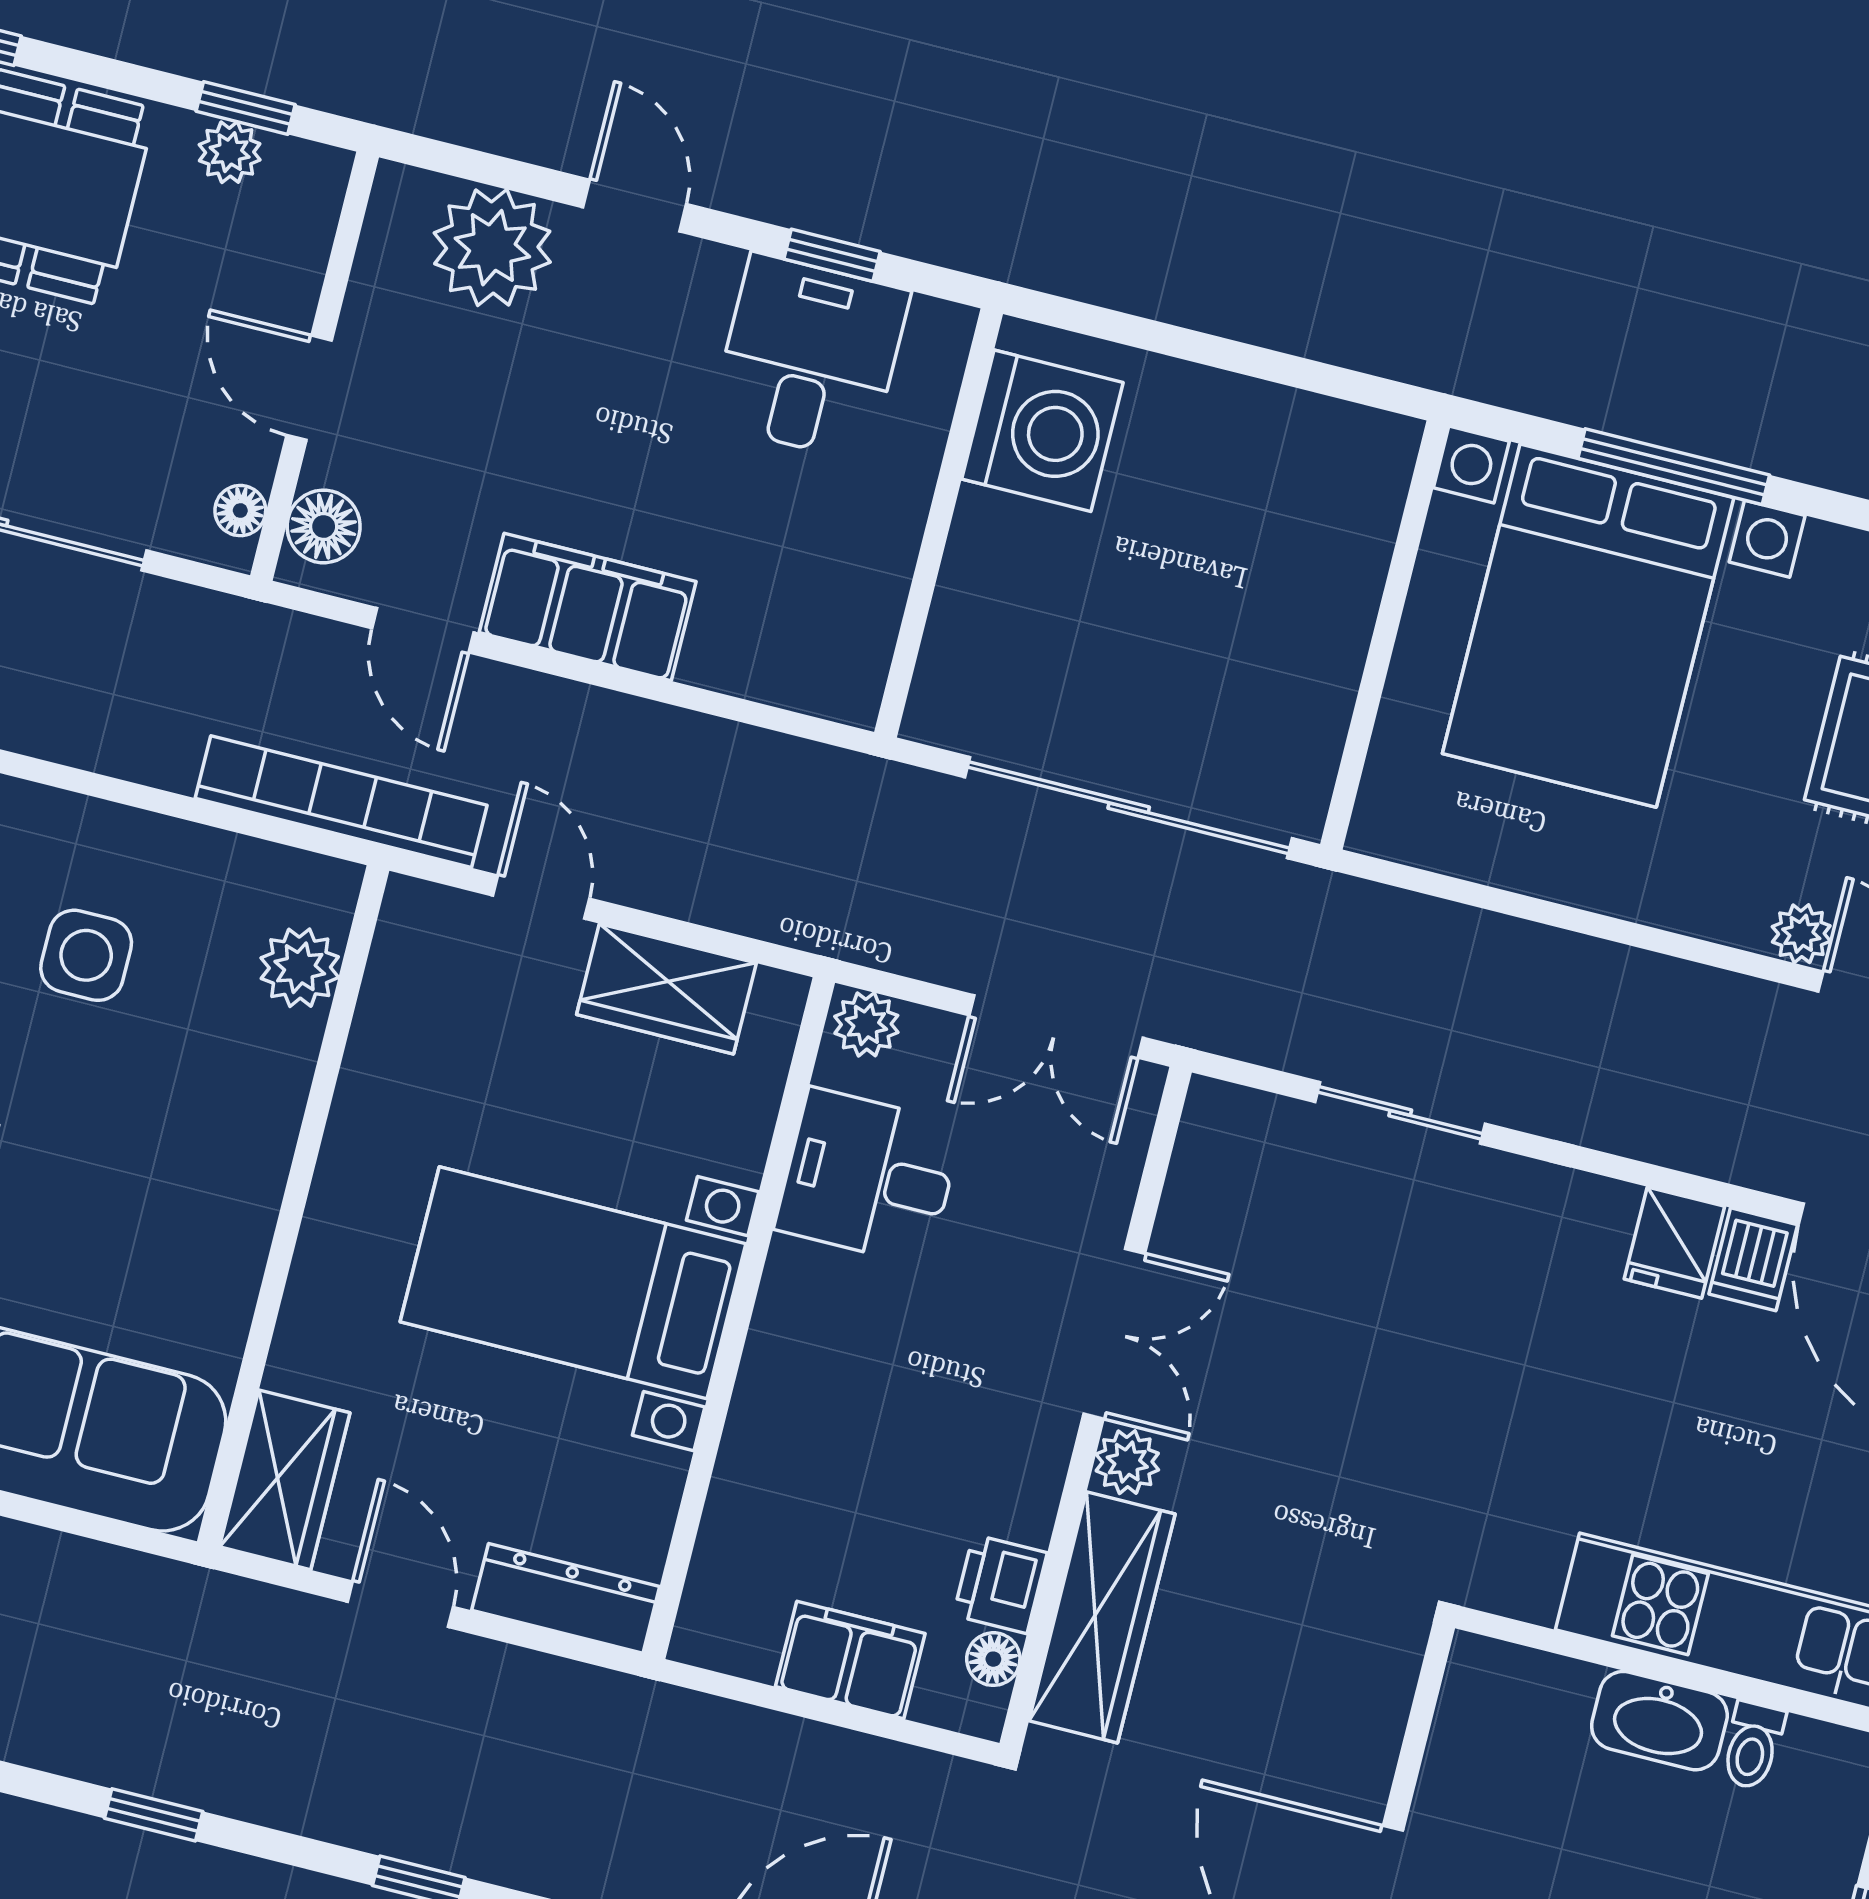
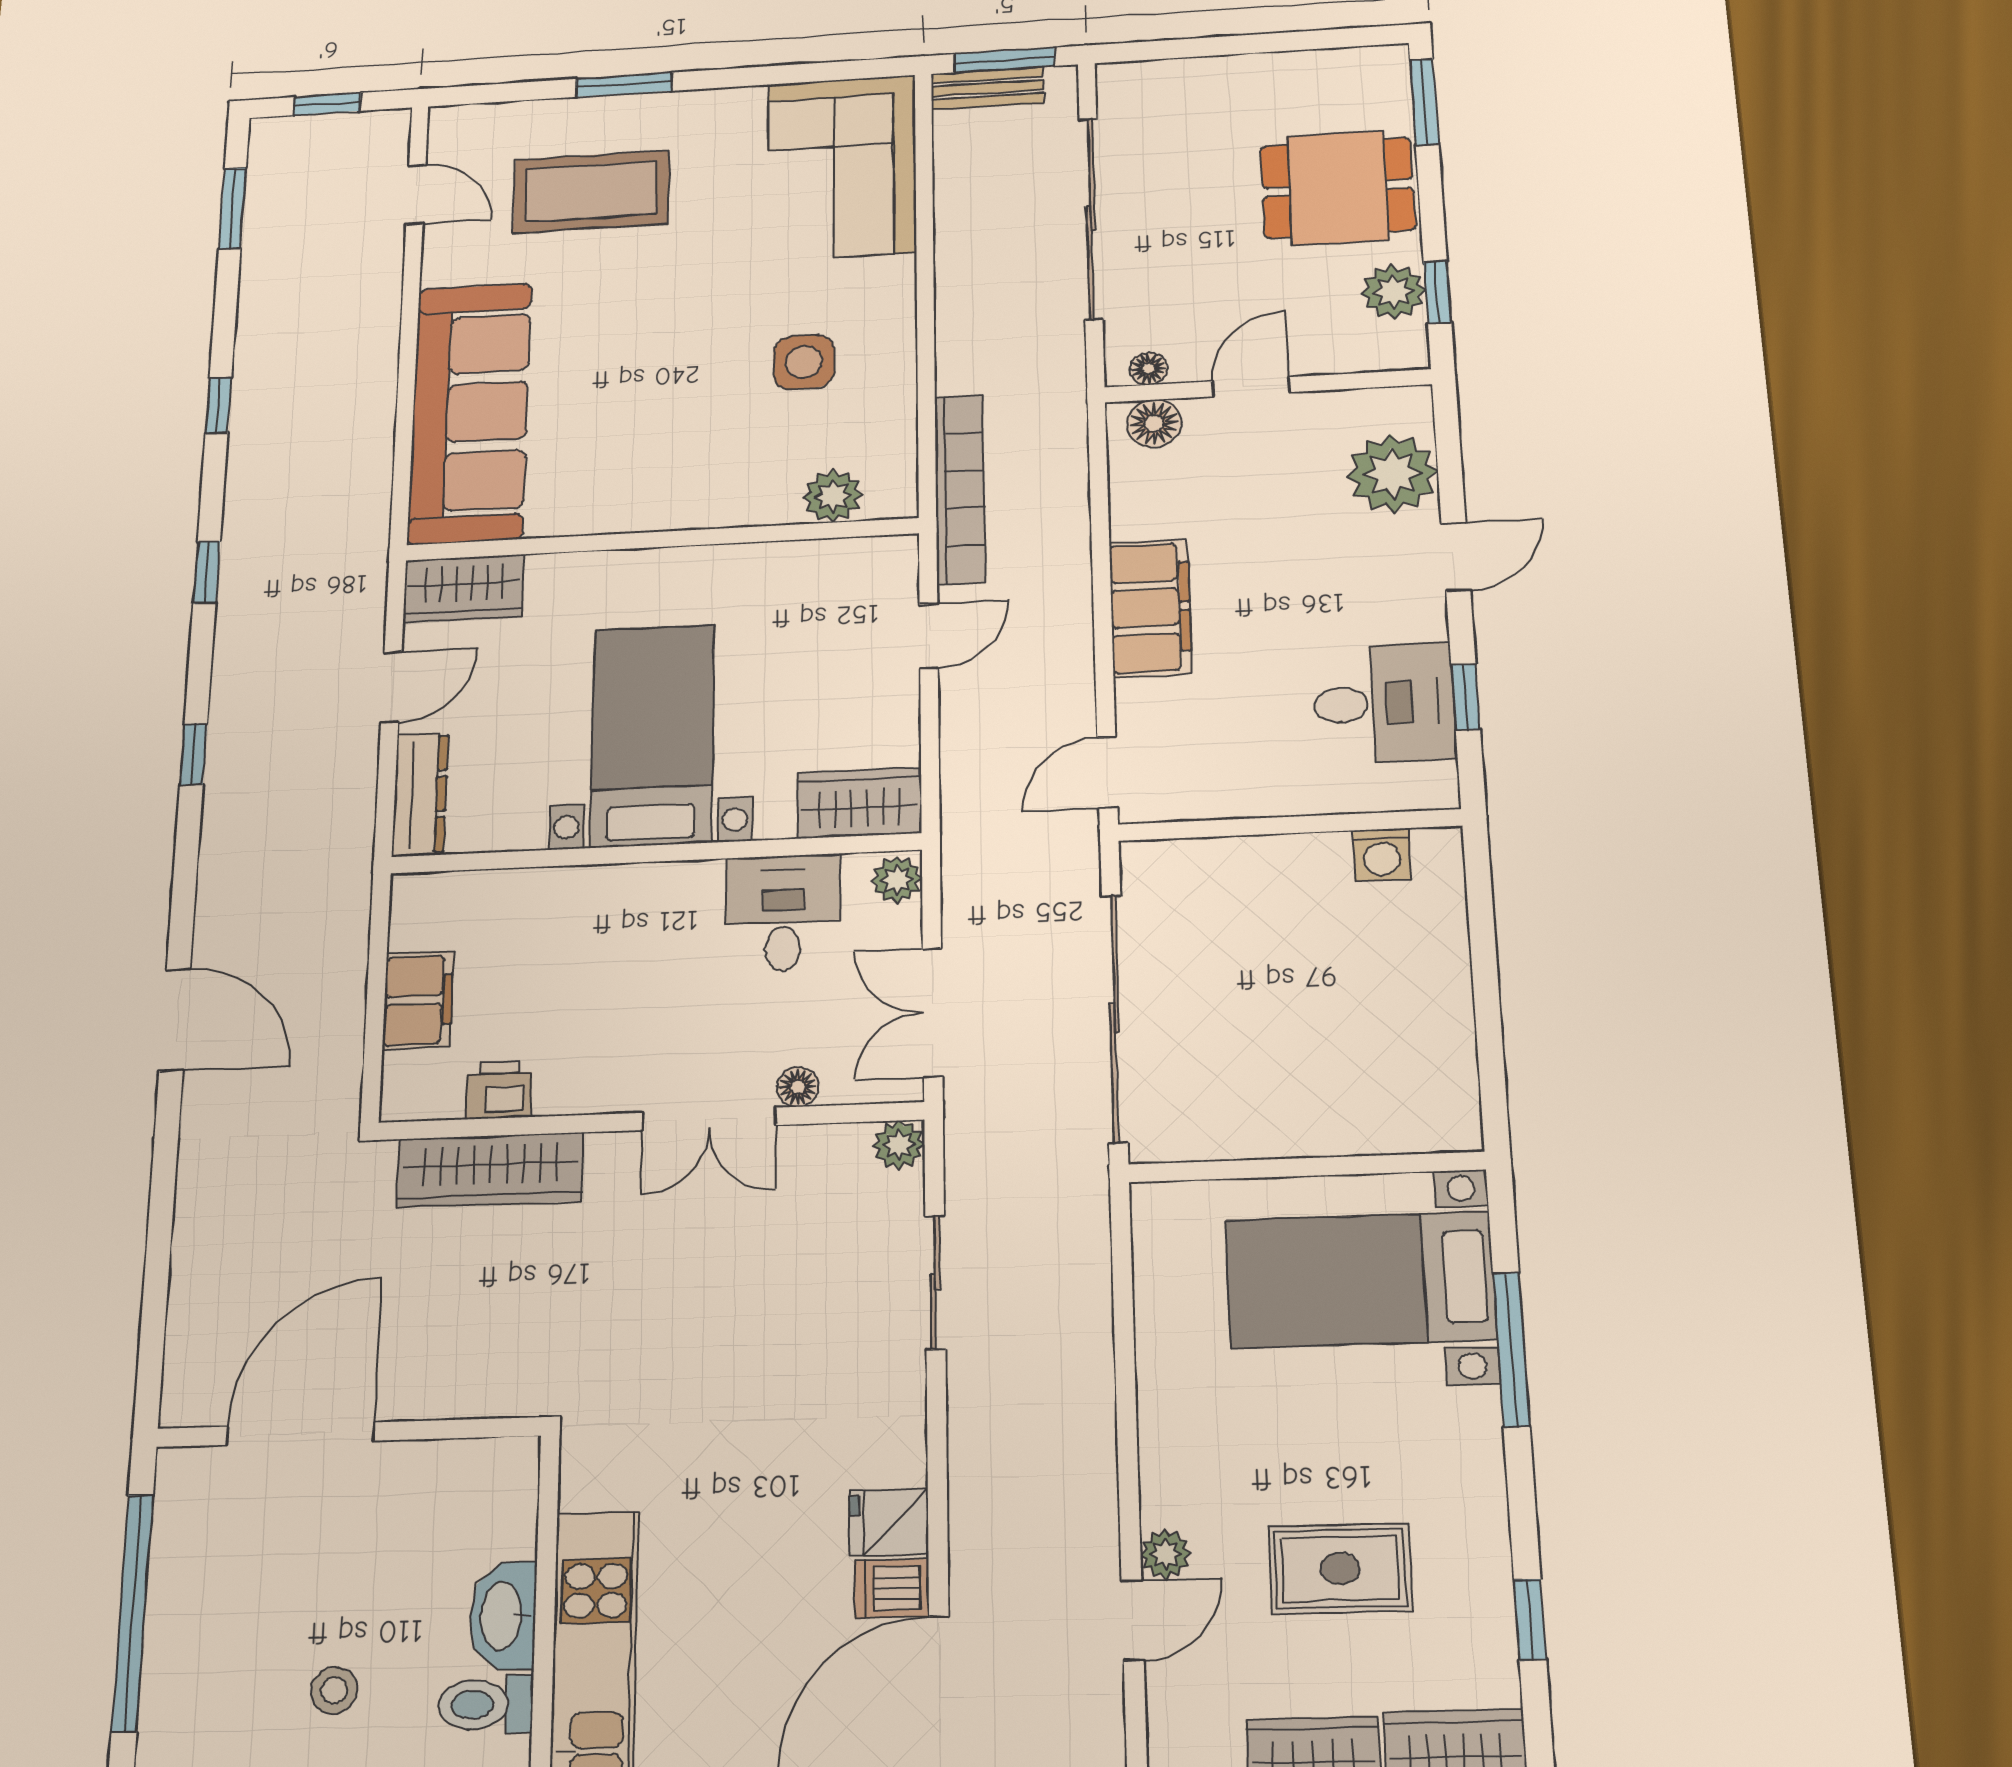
plant: (230, 152) -> (1393, 292), width x1.38, depth x1.38
washing machine: (1042, 431) -> (1382, 855), width x0.53, depth x0.53
bed with nightstands: (1588, 626) -> (1360, 1280), width x0.73
door: (423, 630) -> (1107, 772), moved
wardrobe: (666, 989) -> (859, 803), moved, turned 90
plant: (1127, 1462) -> (899, 1145), moved
floor lamp: (993, 1659) -> (798, 1087), moved
toilet: (1753, 1746) -> (486, 1704), width x1.37, depth x1.39

